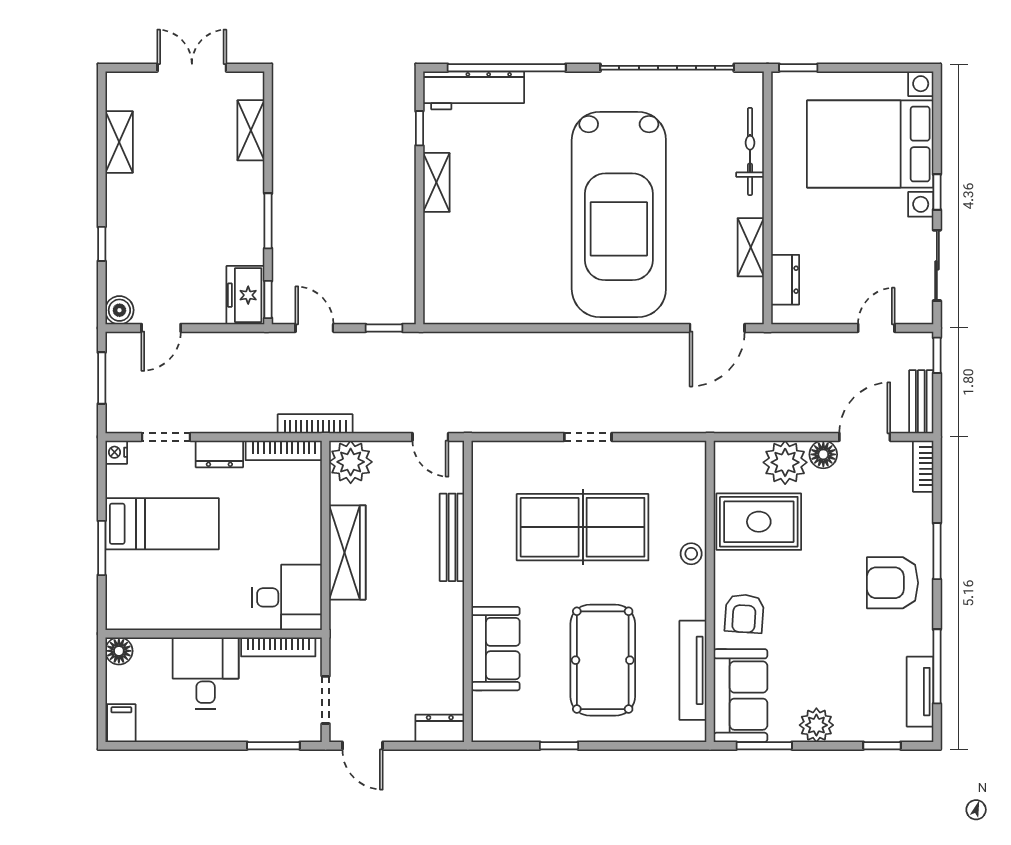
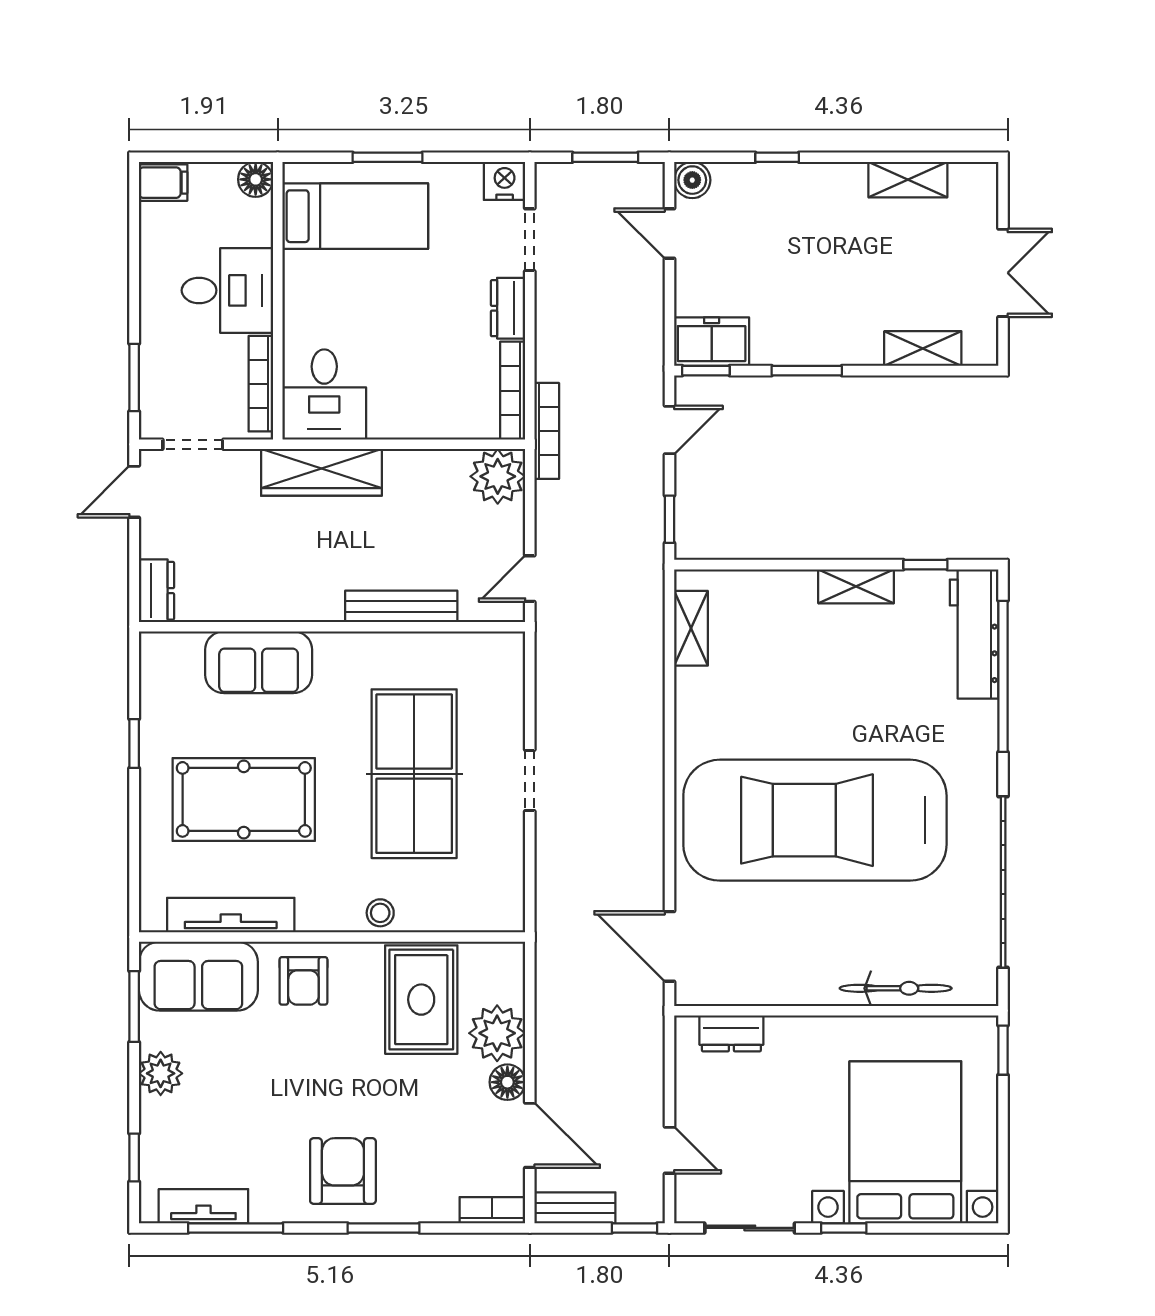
shelving: (751, 247) -> (691, 628), moved, turned 90
nightstand: (116, 452) -> (505, 181), width x1.39, depth x1.35
bed: (162, 524) -> (355, 216), moved, turned -90
wardrobe: (347, 552) -> (321, 472), moved
armchair: (744, 614) -> (303, 981), turned -94

